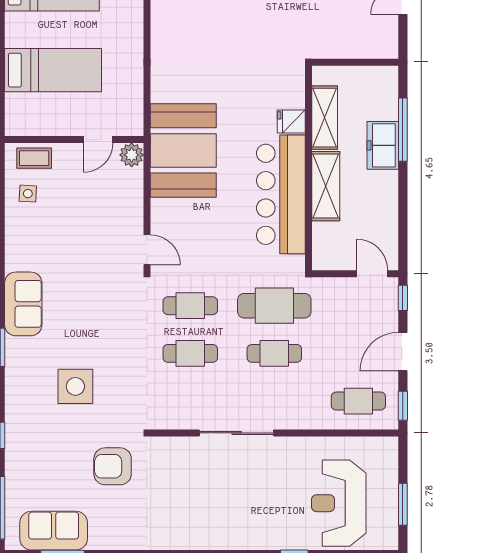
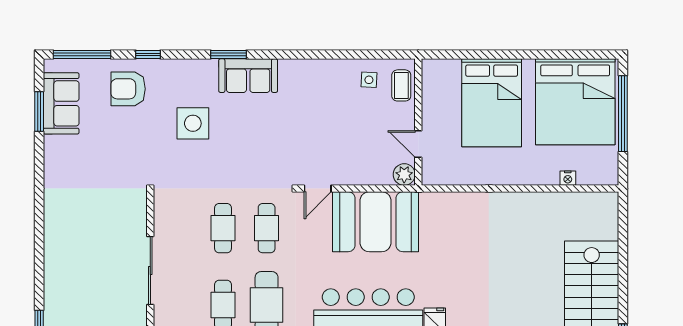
bed: (53, 70) -> (492, 103), width x1.50
booth: (183, 150) -> (376, 222), moved
sofa: (23, 304) -> (248, 76), moved
armchair: (113, 466) -> (128, 89), moved, turned -90

